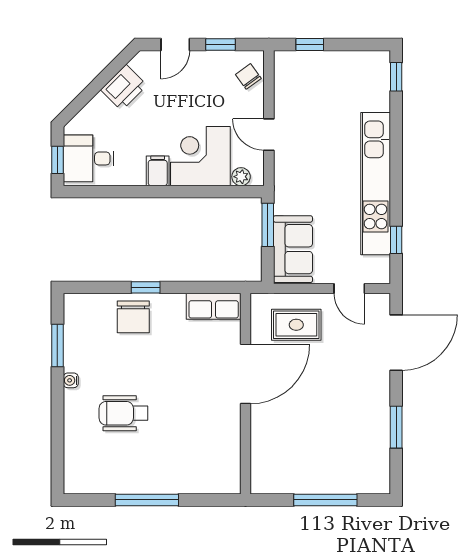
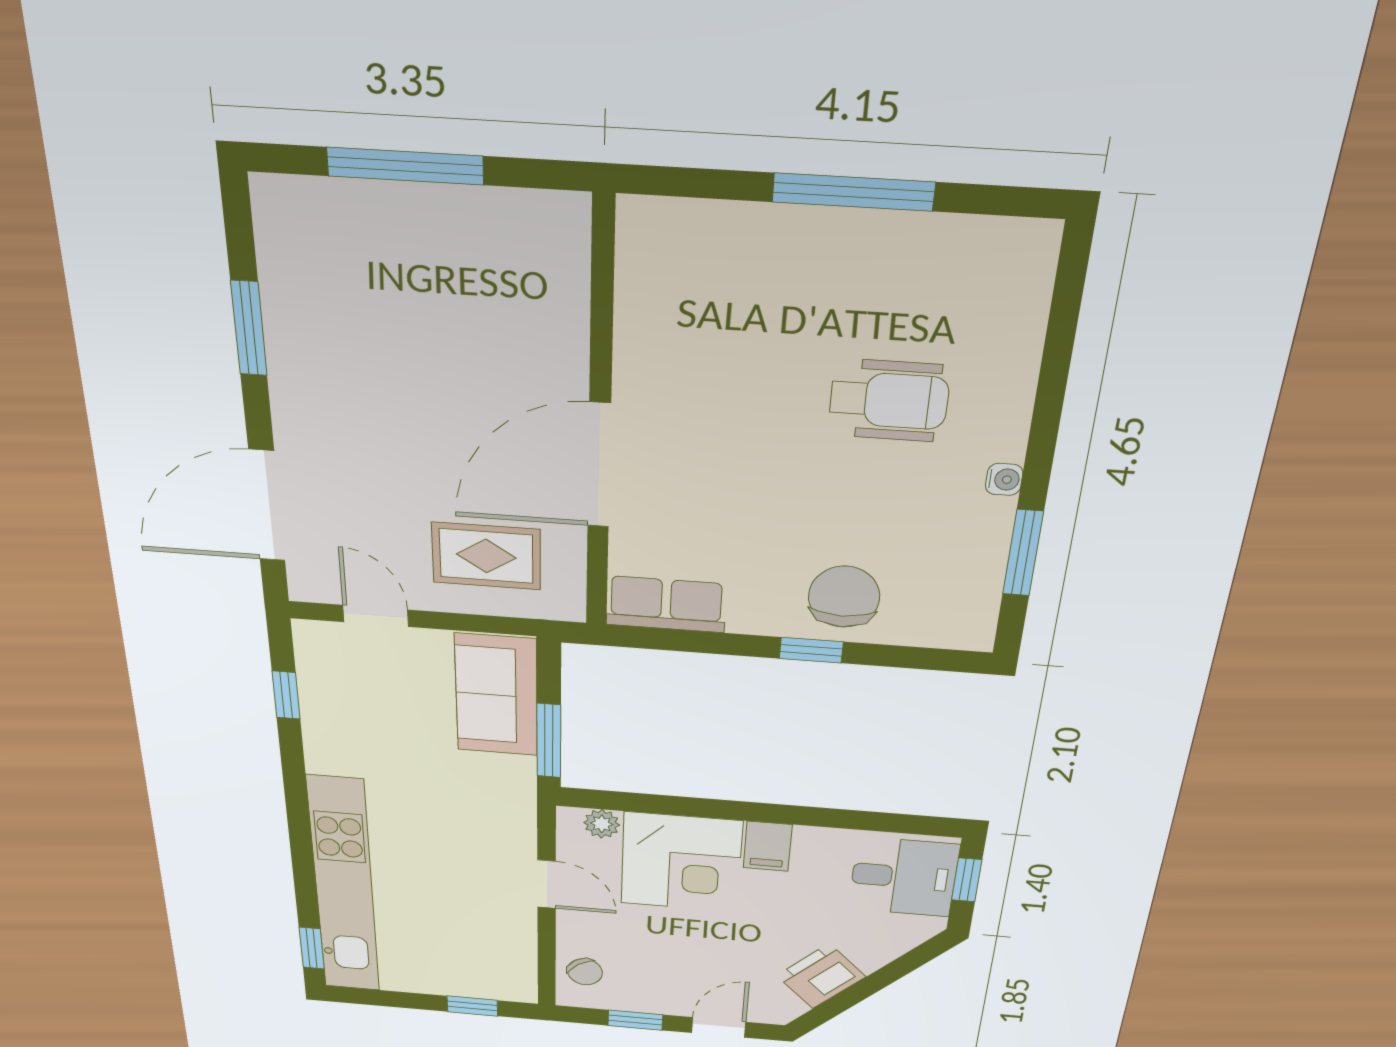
kitchen unit: (376, 184) -> (344, 887), moved

